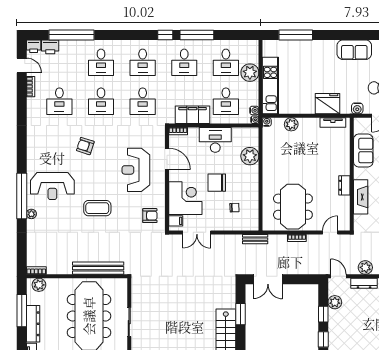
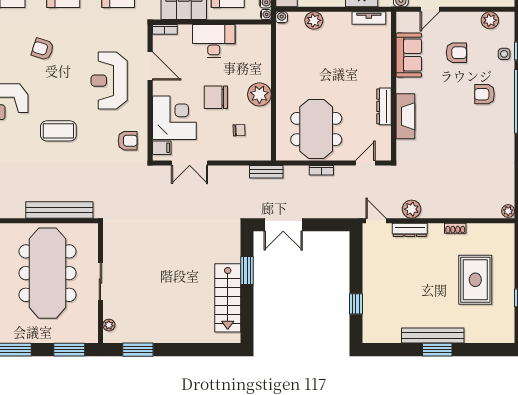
plant: (250, 156) -> (259, 94), moved
dresser: (344, 185) -> (384, 106), width x1.44
plant: (335, 302) -> (371, 255), removed
window: (323, 314) -> (356, 270), removed

